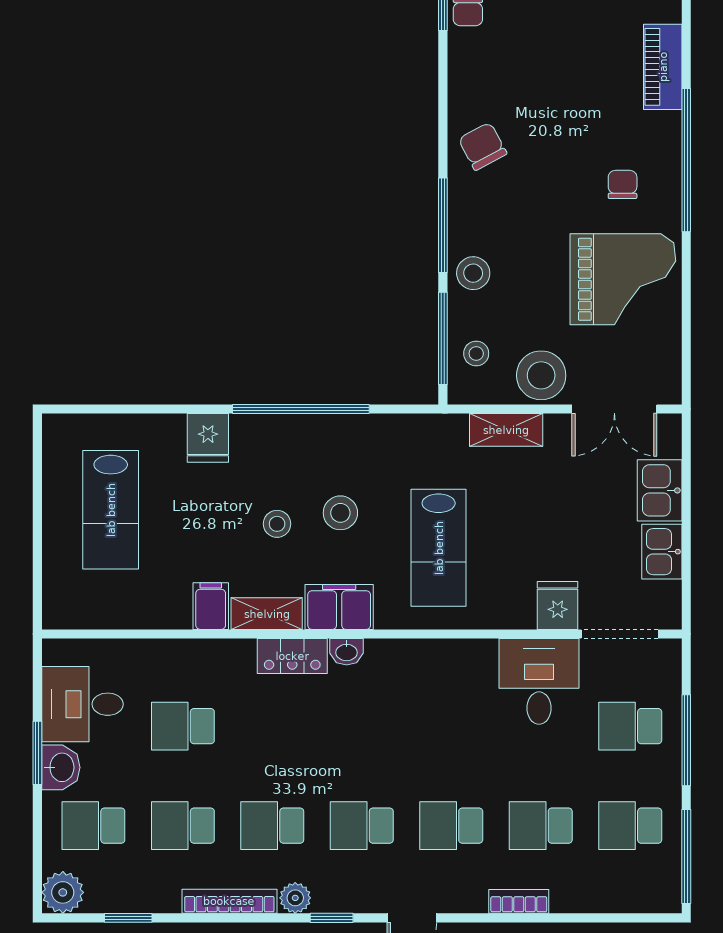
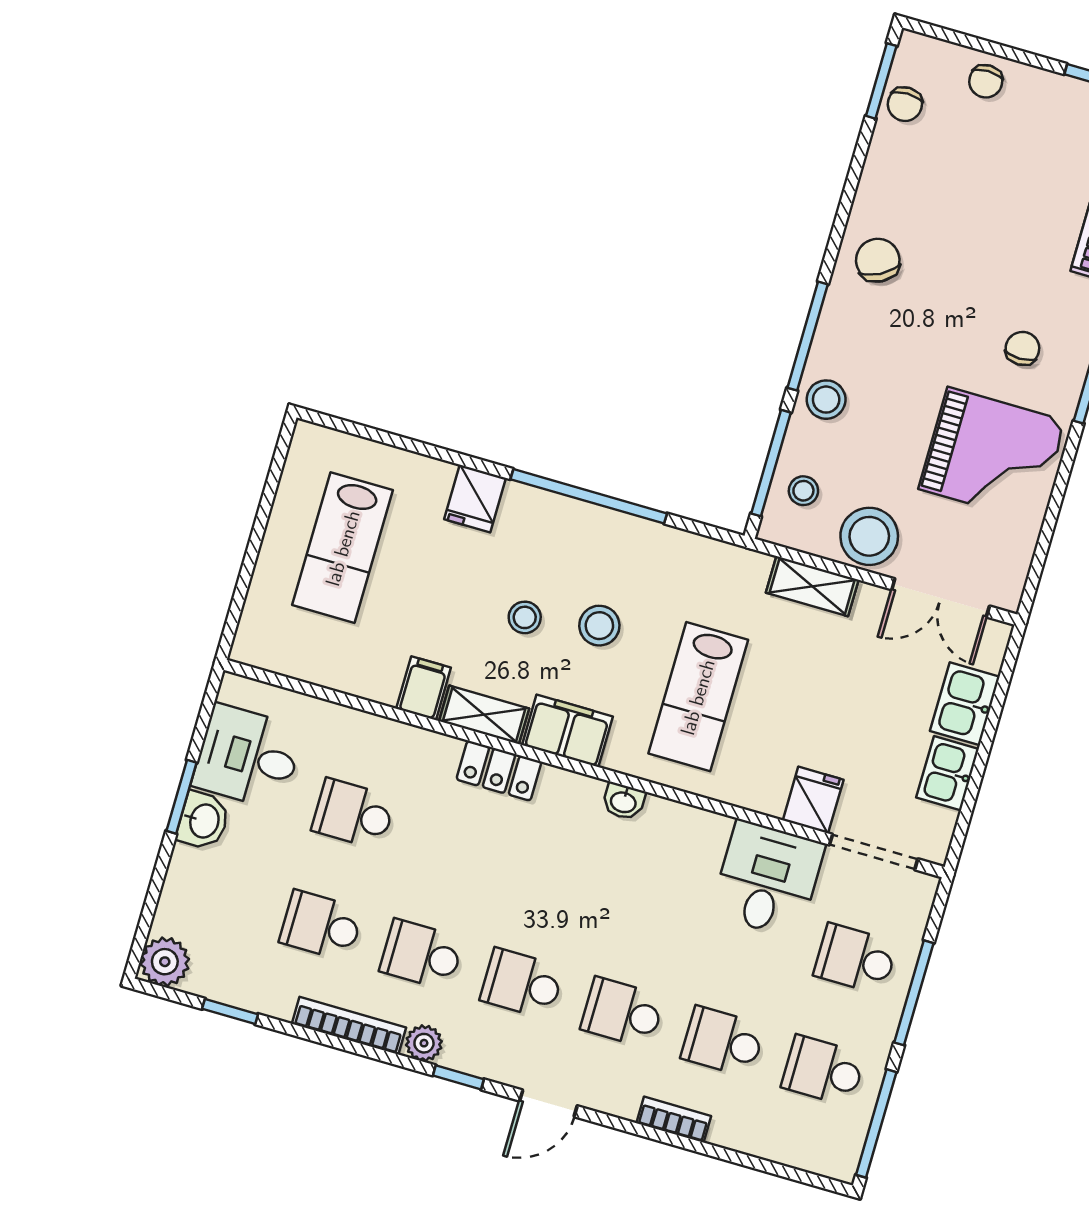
washbasin: (347, 652) -> (623, 801), moved
school desk: (93, 826) -> (221, 897), removed

